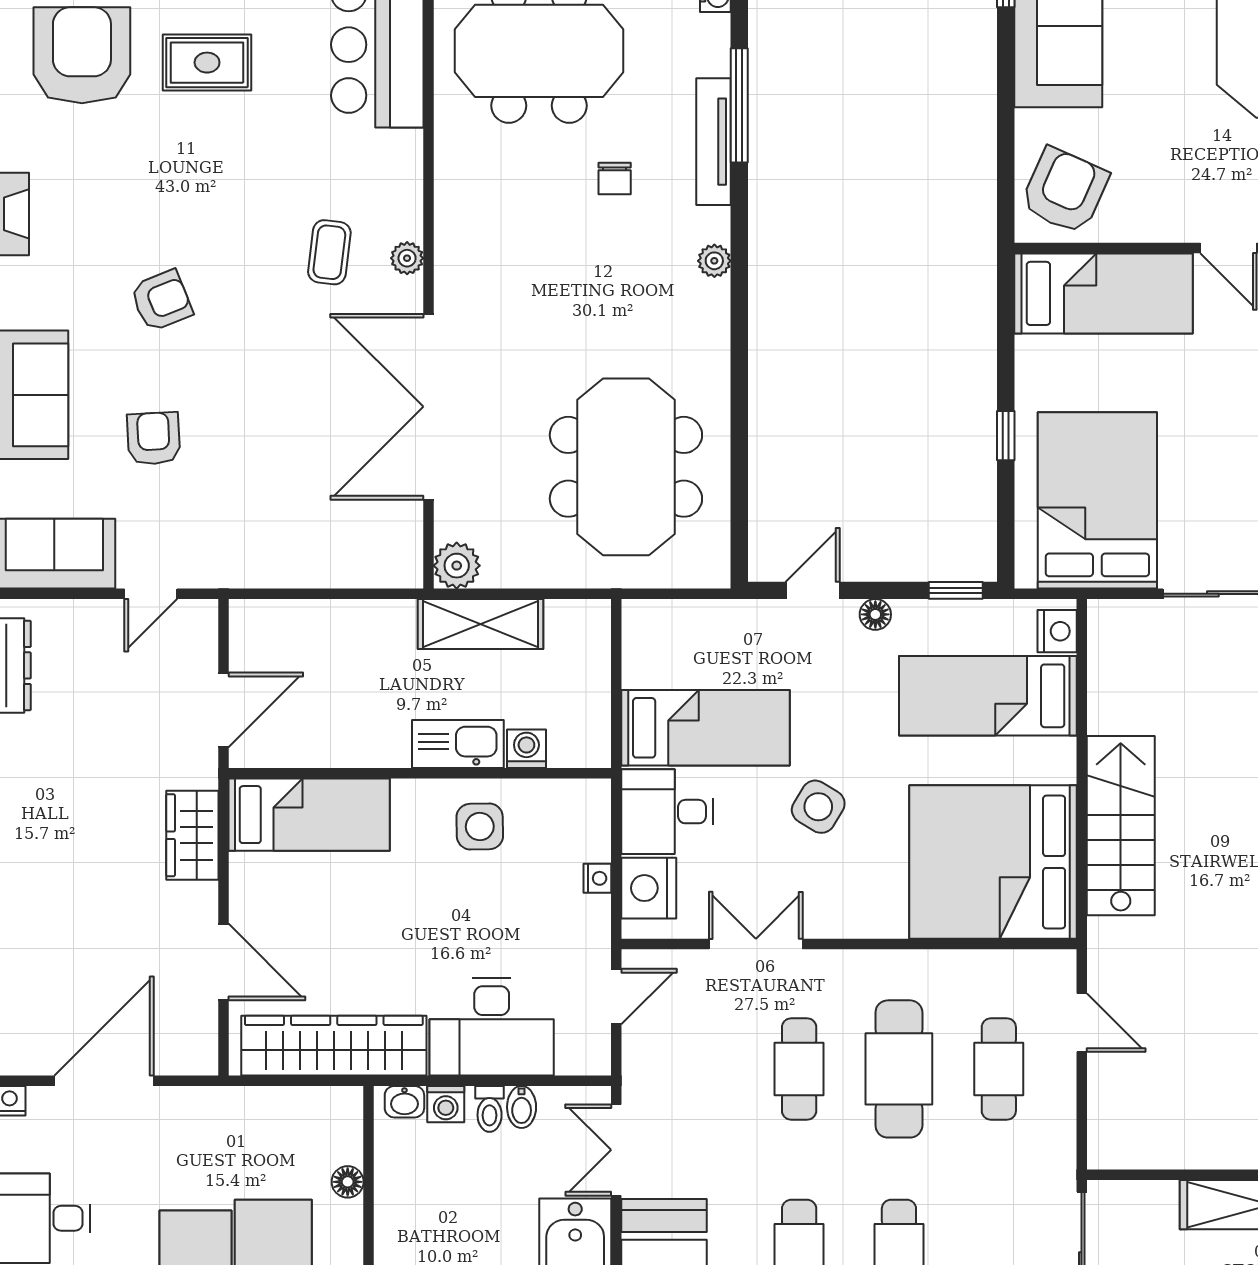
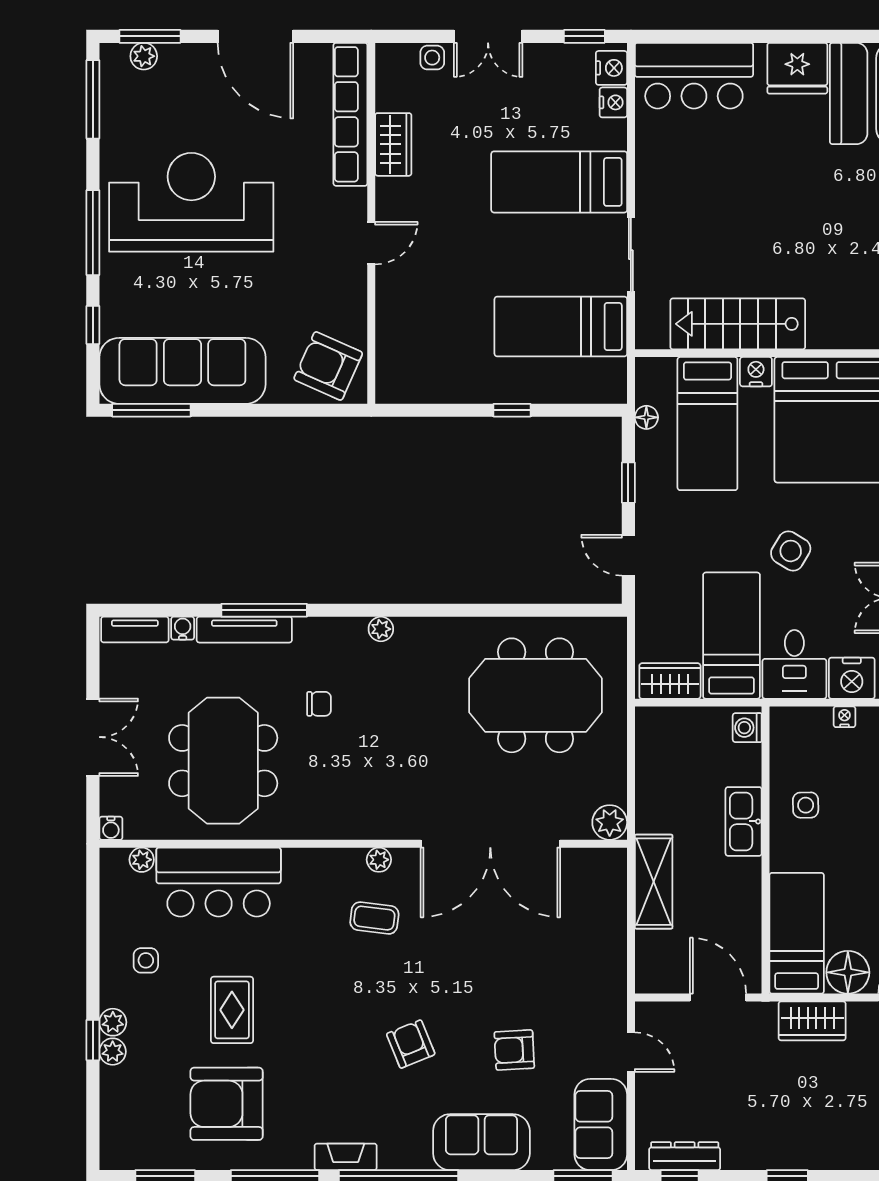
tv unit: (714, 142) -> (244, 630), moved
bed: (1103, 293) -> (405, 337), removed
bed: (1097, 500) -> (561, 326), width x0.67
window: (956, 590) -> (628, 483), moved
floor lamp: (875, 614) -> (646, 417), moved
shelving: (480, 624) -> (654, 882), moved
nightstand: (1057, 631) -> (756, 372), moved
wardrobe: (645, 646) -> (670, 681), added
washing machine: (526, 749) -> (747, 728), moved
stairs: (1121, 826) -> (738, 324), moved
side table: (480, 827) -> (806, 805), width x0.73, depth x0.73
floor lamp: (257, 883) -> (848, 972), added

